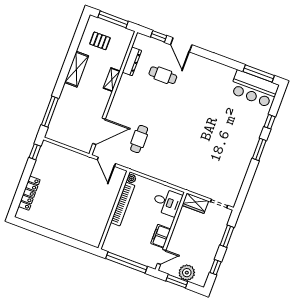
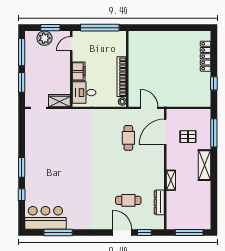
pallet: (100, 41) -> (188, 137), moved
shelving: (77, 69) -> (205, 165), moved
window: (259, 74) -> (58, 233), moved
window: (35, 152) -> (214, 83), moved
filing cabinet: (161, 236) -> (79, 71), moved
window: (215, 267) -> (22, 52), width x2.17

